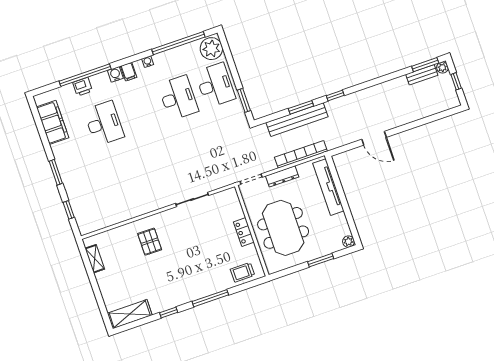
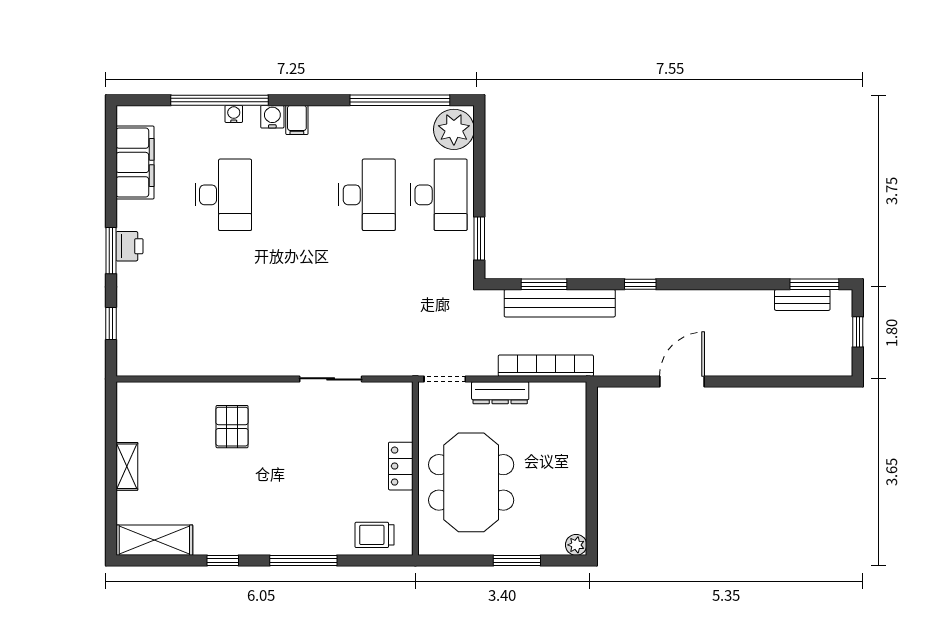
water cooler: (148, 62) -> (234, 114), moved
plant: (442, 68) -> (842, 300), removed
printer: (83, 87) -> (129, 246), moved, turned -90
window: (301, 107) -> (544, 284), moved
door: (374, 138) -> (682, 382), swing flipped
tv unit: (328, 187) -> (574, 439), removed
shelving: (95, 259) -> (127, 466), moved

